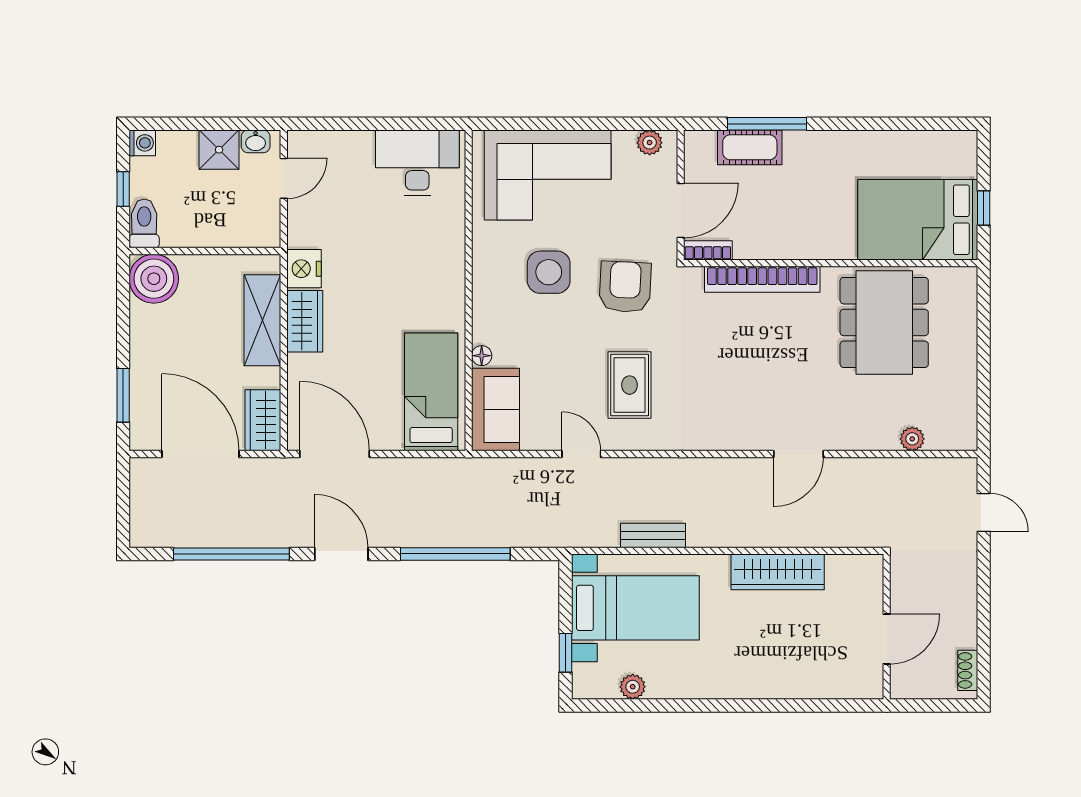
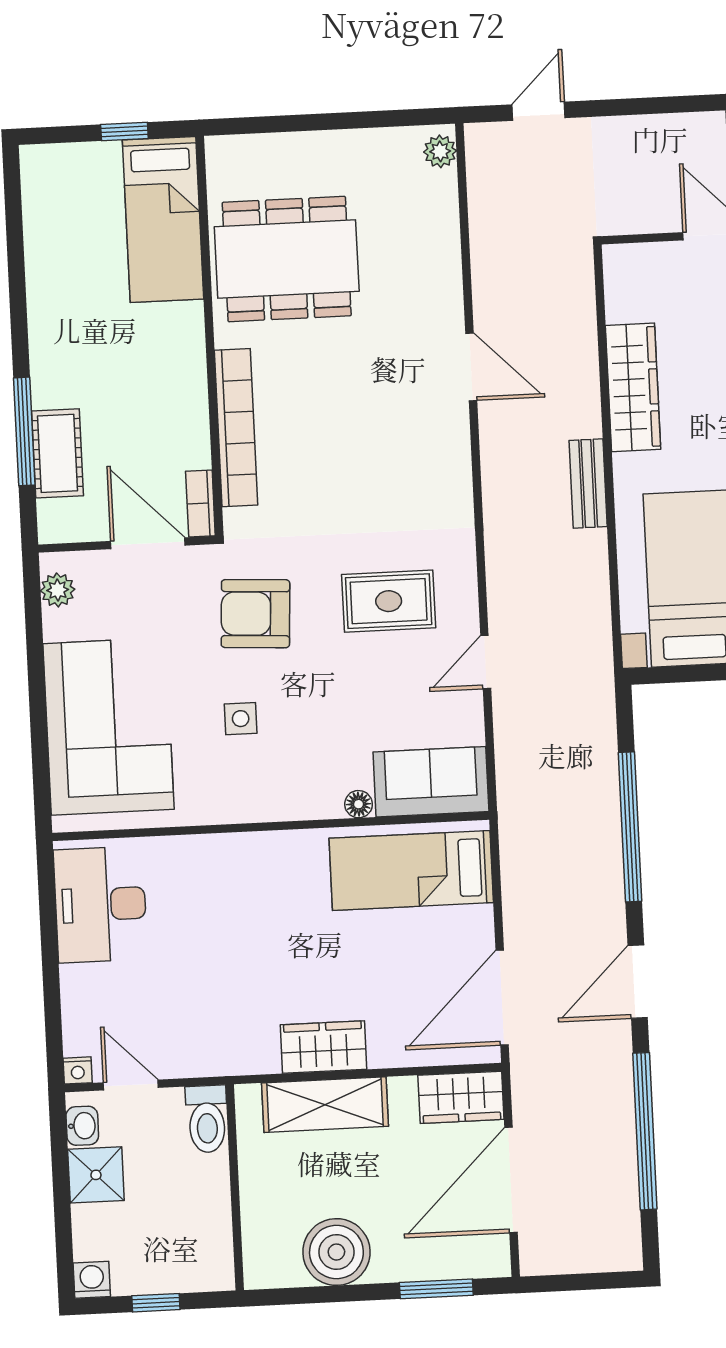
bed: (918, 220) -> (163, 219), width x0.67
toilet: (144, 223) -> (207, 1119), moved, turned -90
nightstand: (304, 269) -> (78, 1070), moved, width x0.53, depth x0.56
side table: (549, 272) -> (241, 719), width x0.54, depth x0.54
boiler: (154, 279) -> (336, 1252), moved
plant: (912, 439) -> (440, 151), moved
bench: (653, 536) -> (588, 483), moved

